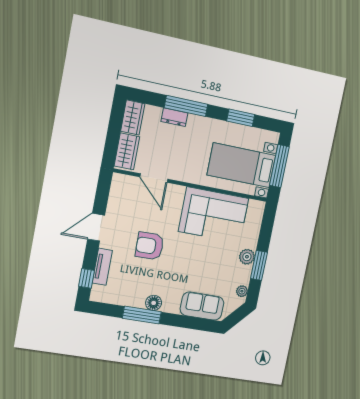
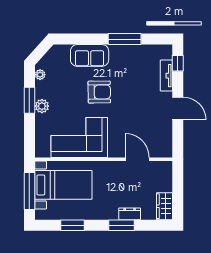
window: (186, 106) -> (122, 225), width x0.69
wardrobe: (127, 151) -> (164, 177), removed
door: (96, 227) -> (178, 108), hinge flipped
armchair: (150, 246) -> (99, 92), moved
floor lamp: (154, 303) -> (117, 51), removed
sofa: (202, 306) -> (90, 55), moved

